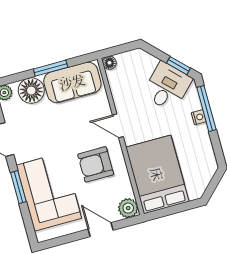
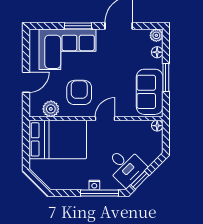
floor lamp: (31, 91) -> (157, 52), width x0.53, depth x0.53
plant: (128, 208) -> (51, 109), moved

